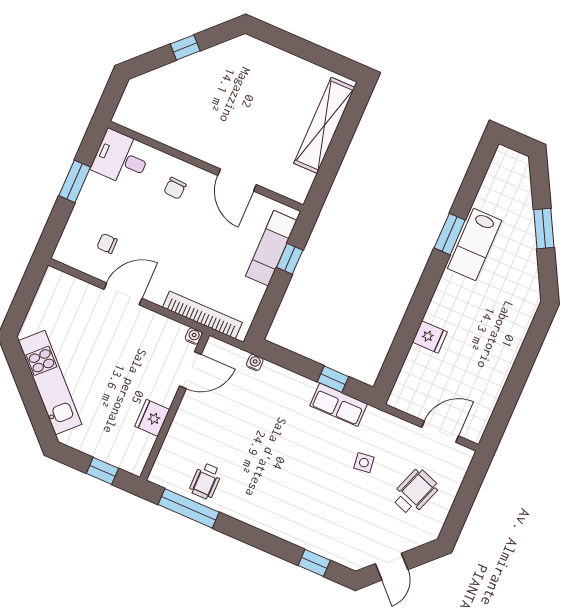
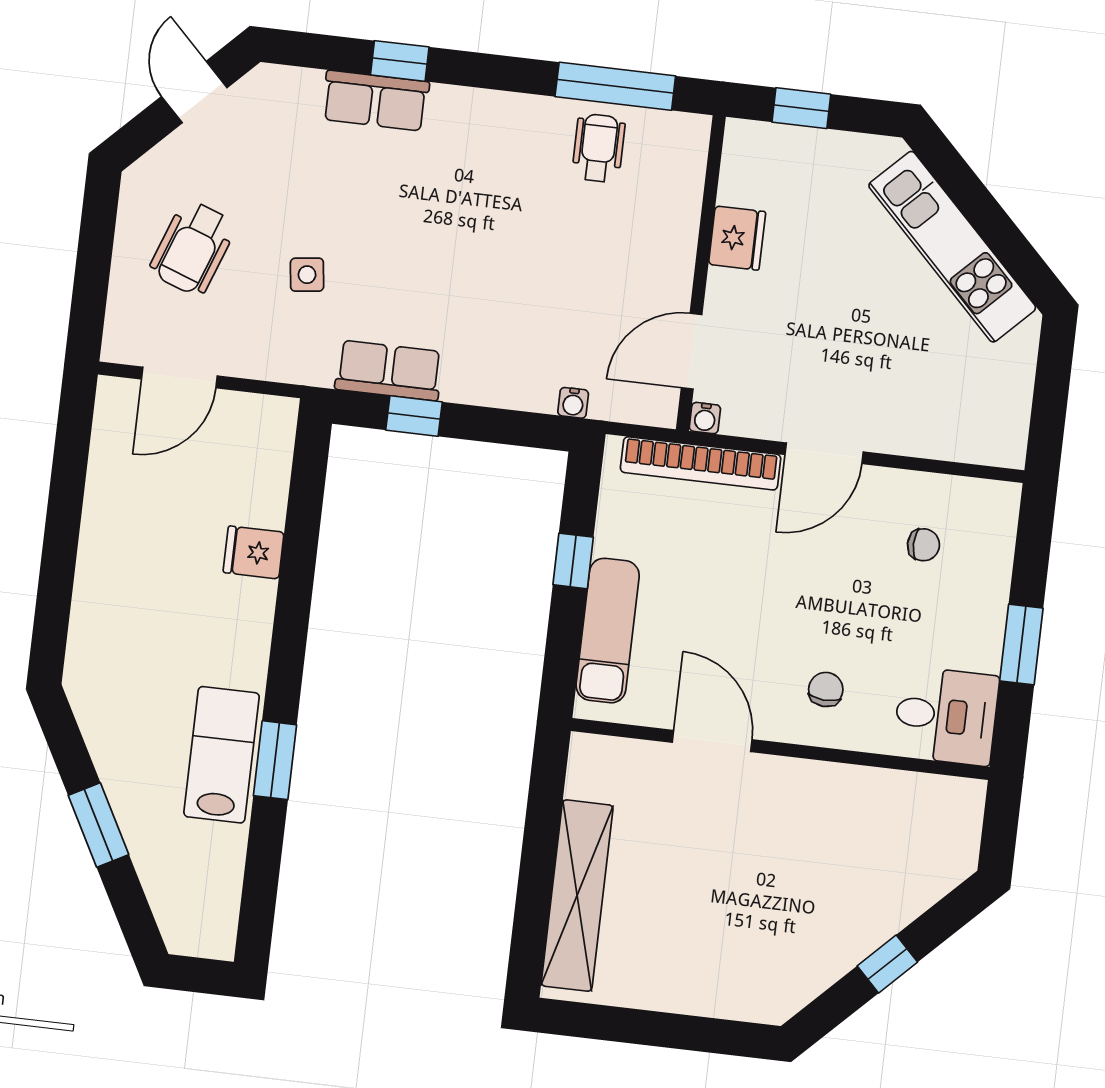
window: (290, 259) -> (573, 561), moved
door: (123, 294) -> (824, 453), moved
row of seats: (306, 536) -> (375, 101), added
window: (314, 563) -> (400, 61), moved

